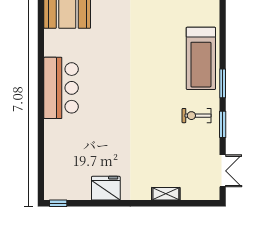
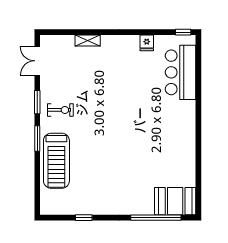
treadmill: (201, 58) -> (56, 161), turned 180
bar counter: (61, 88) -> (181, 72), moved
fridge: (106, 188) -> (147, 43), width x0.53, depth x0.75

